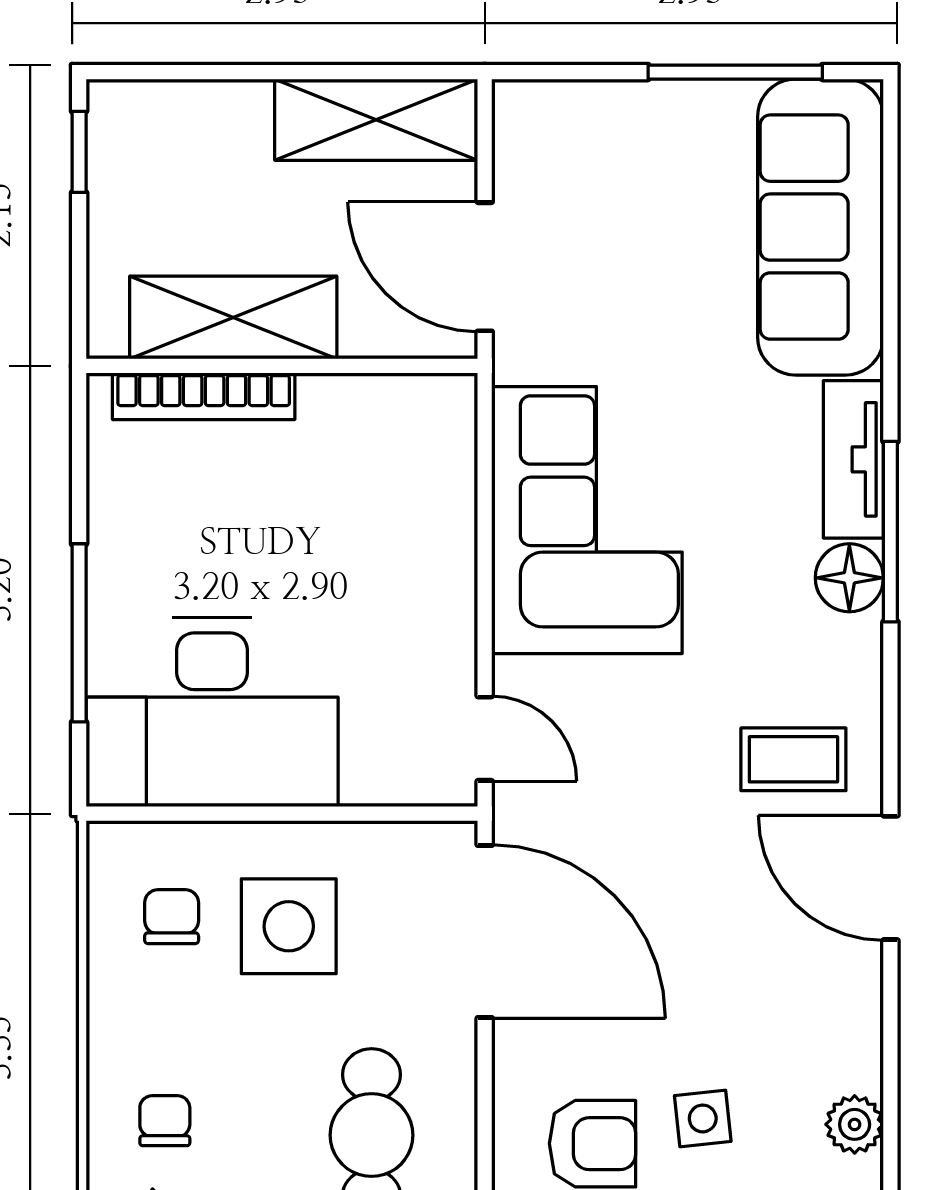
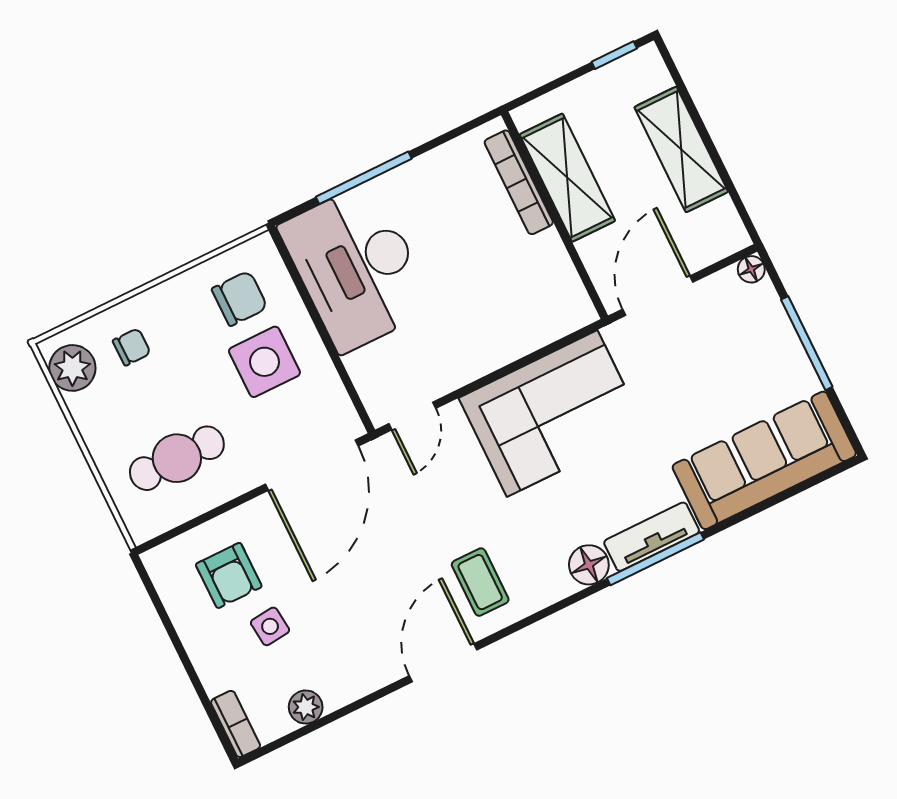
window: (735, 72) -> (807, 343), moved
floor lamp: (515, 102) -> (751, 269), added
shelving: (376, 120) -> (681, 149), moved
window: (890, 532) -> (655, 559), moved
chair: (172, 917) -> (240, 298), width x1.37, depth x1.37

